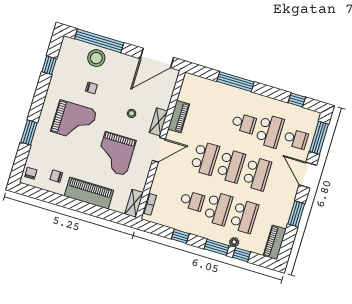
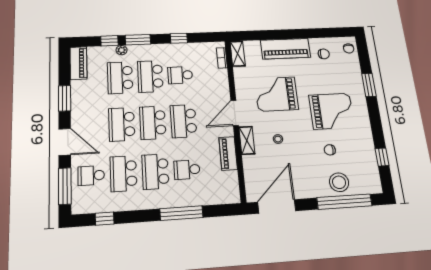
school desk: (218, 115) -> (187, 170), added
grand piano: (74, 121) -> (332, 111), turned 180
school desk: (244, 123) -> (155, 172), width x1.85
grand piano: (116, 154) -> (276, 94), turned -90

